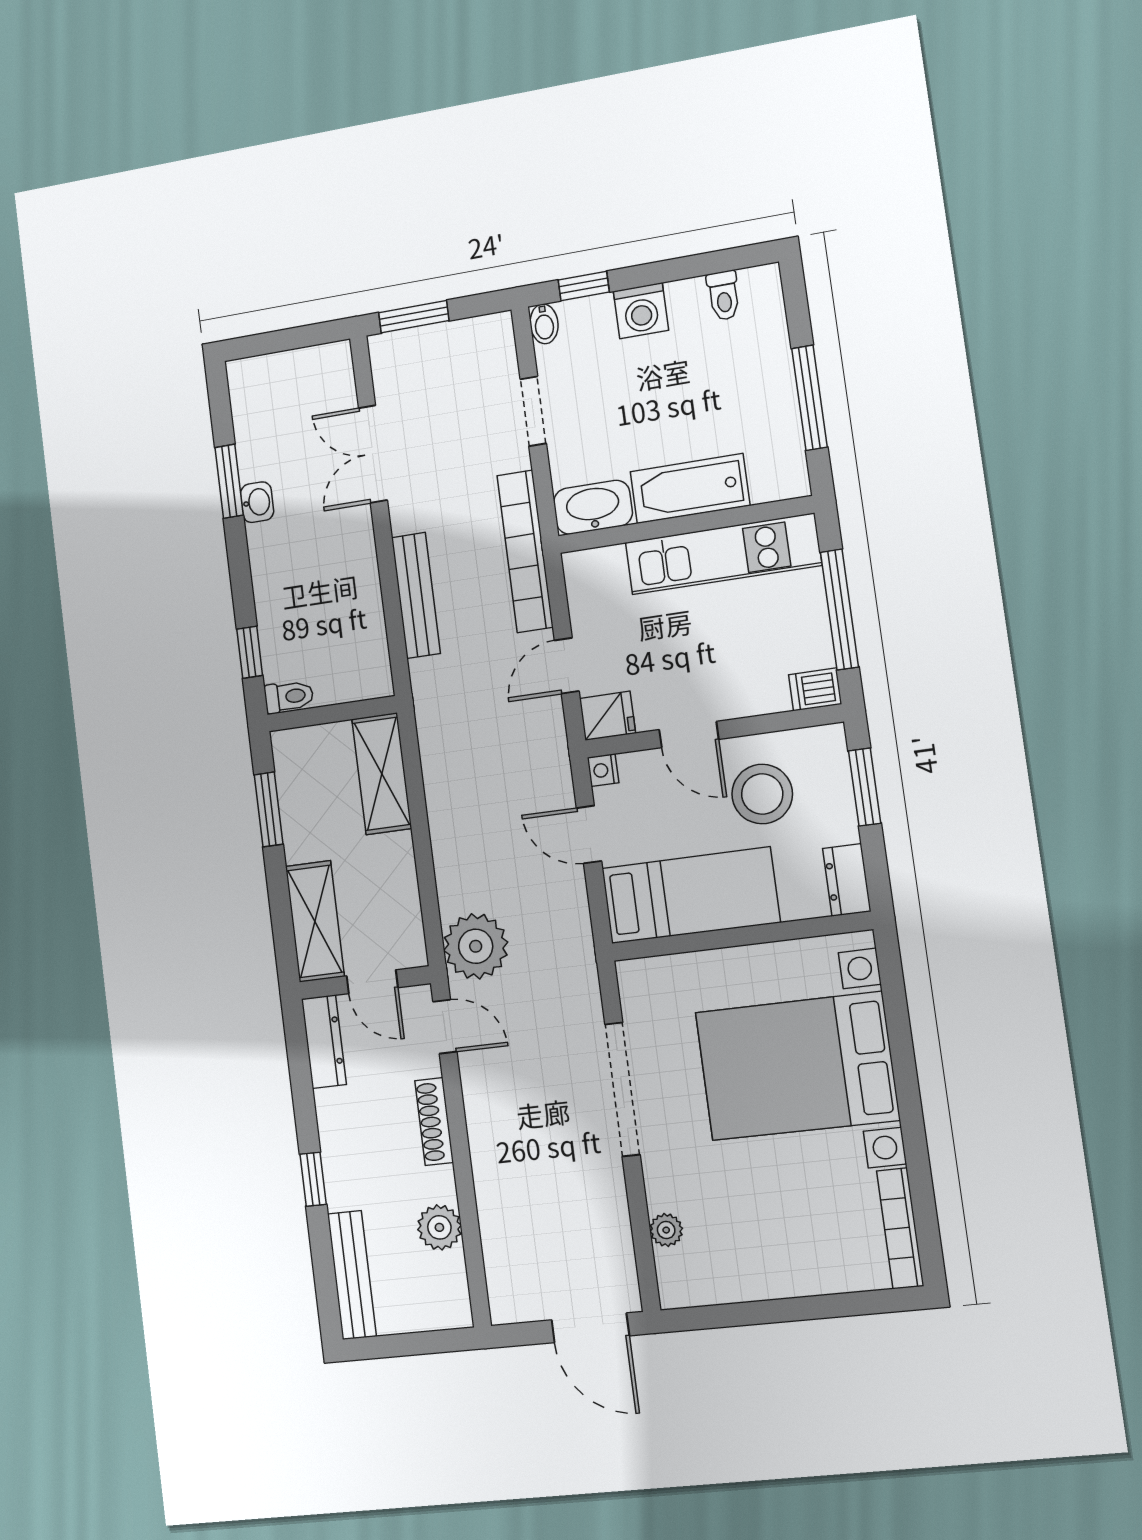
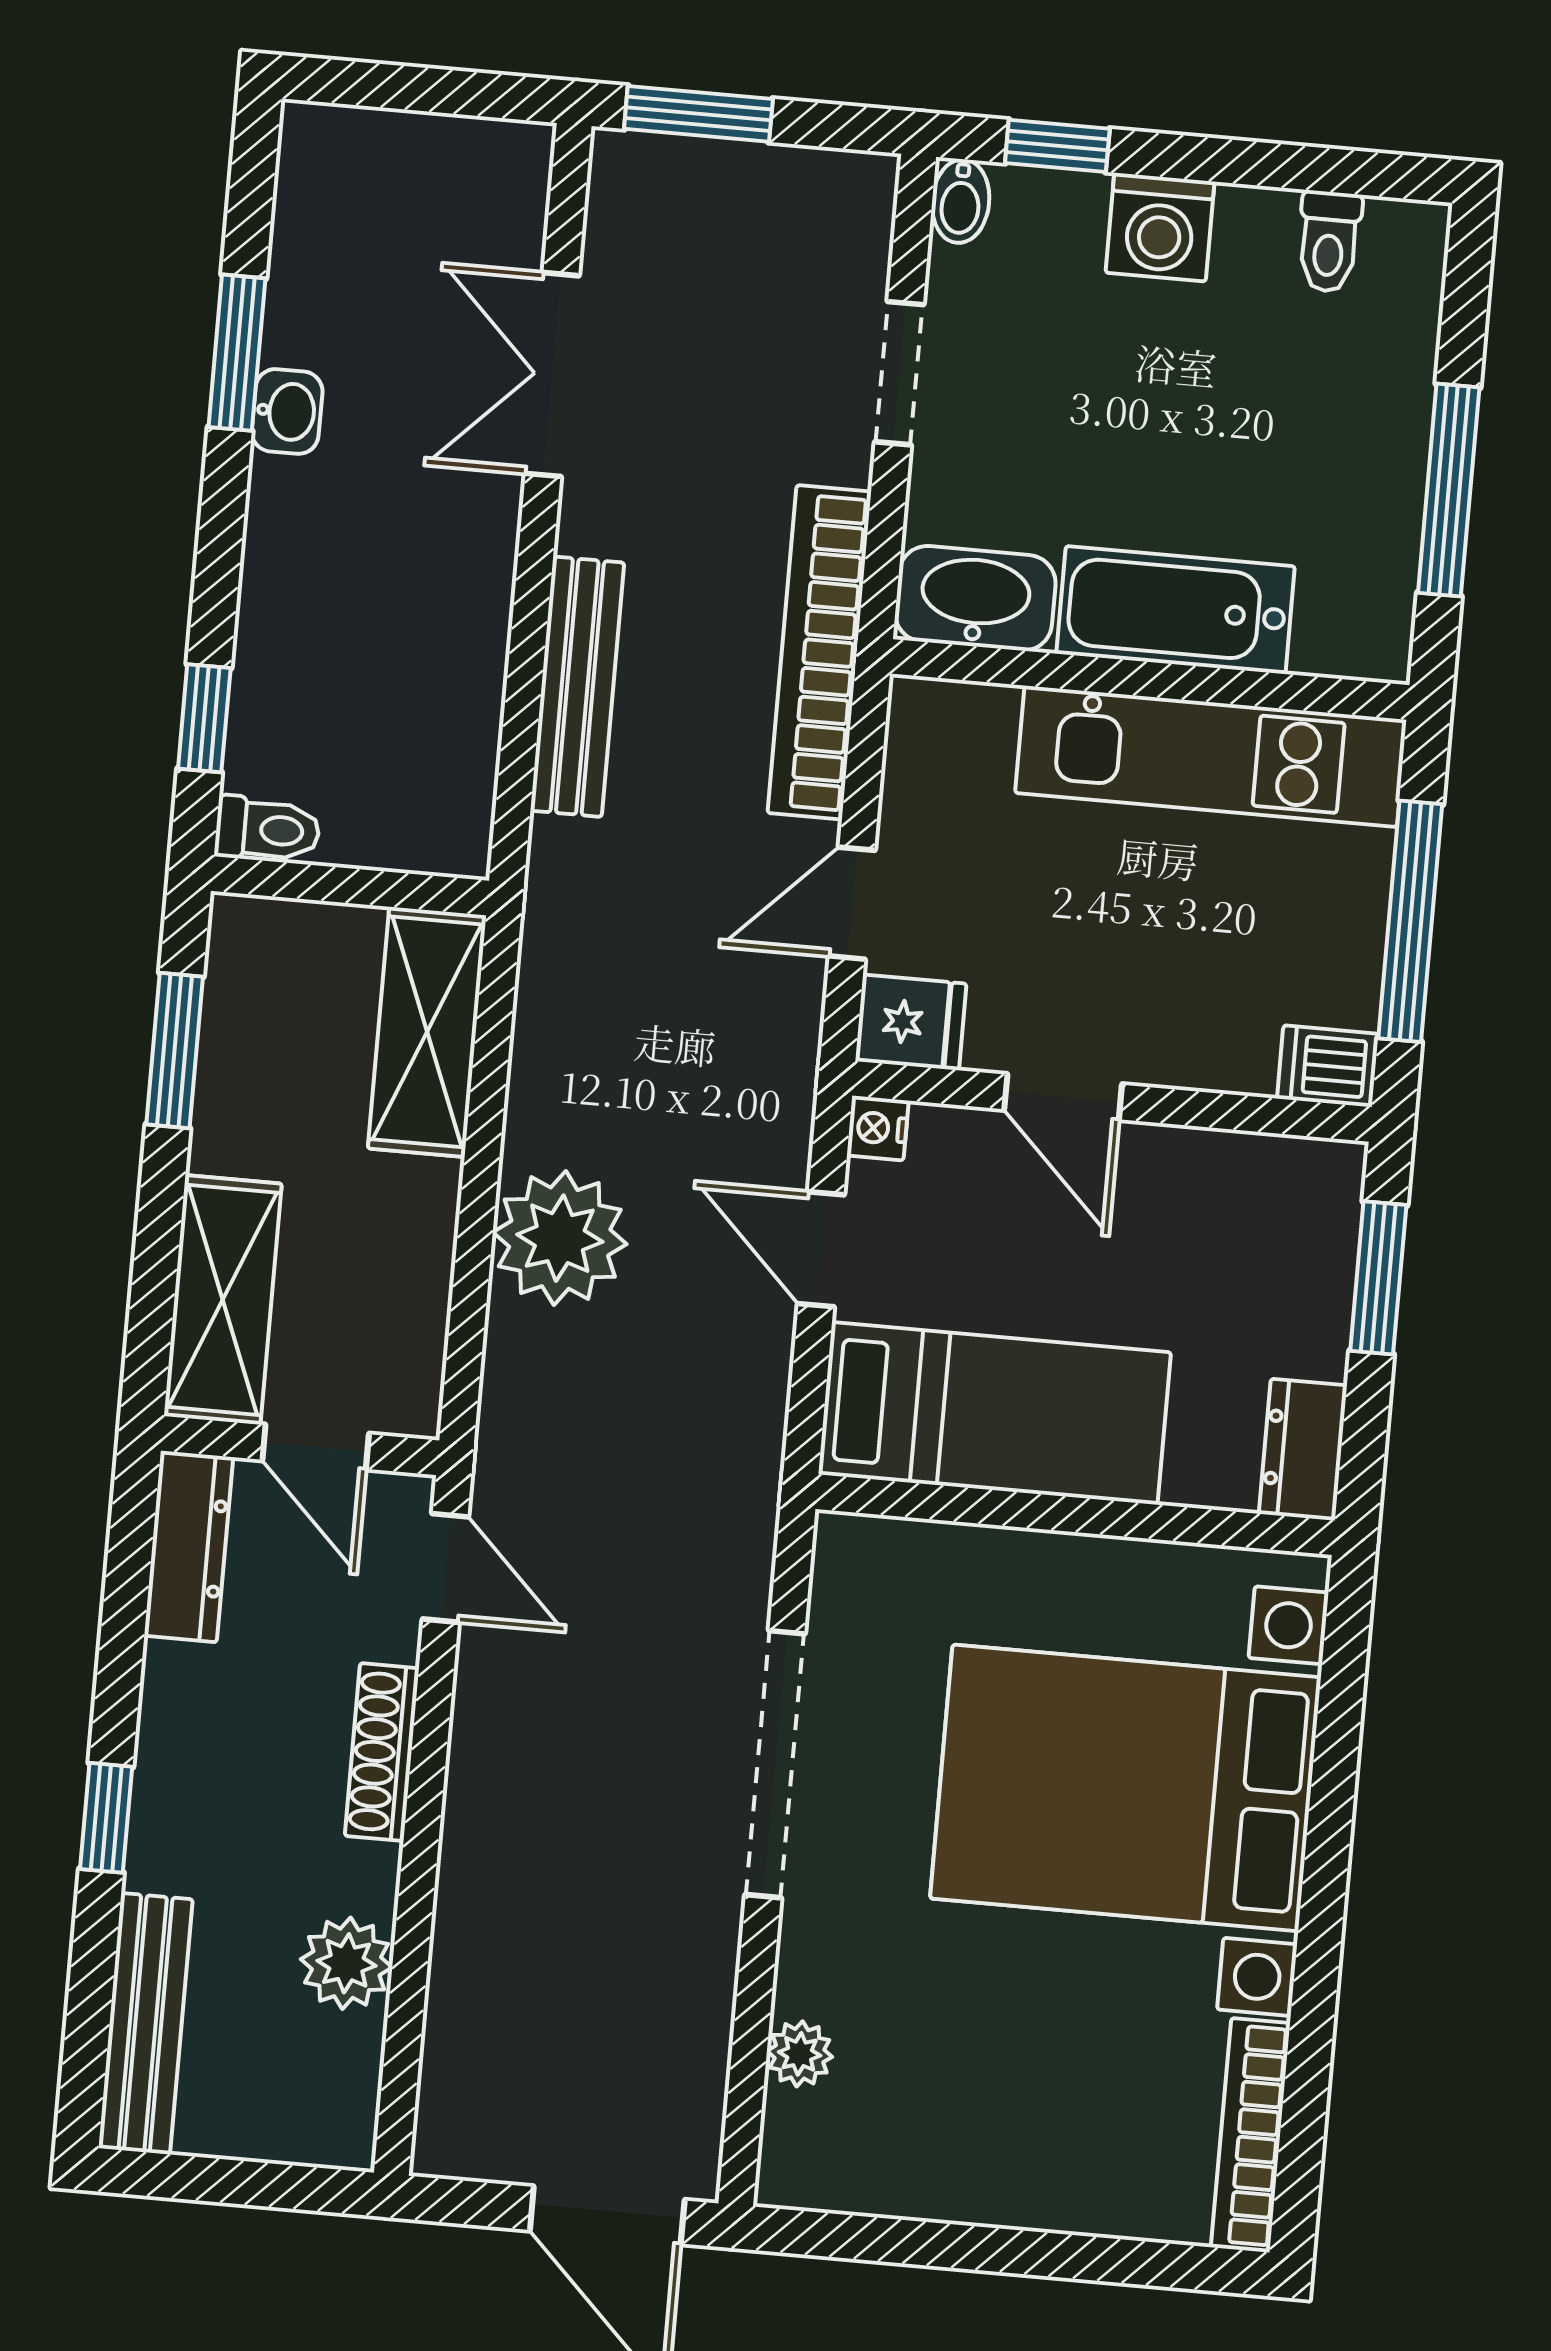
stool: (762, 794) -> (1179, 1247), removed
plant: (476, 946) -> (560, 1238), moved

